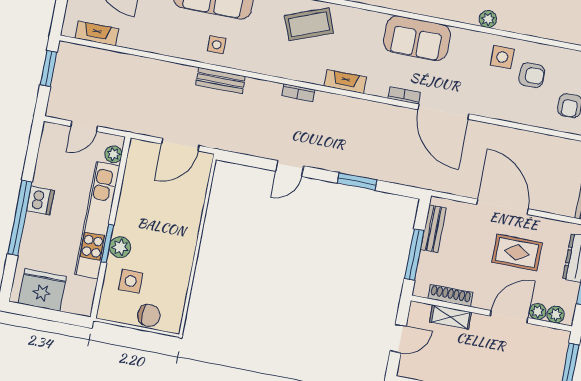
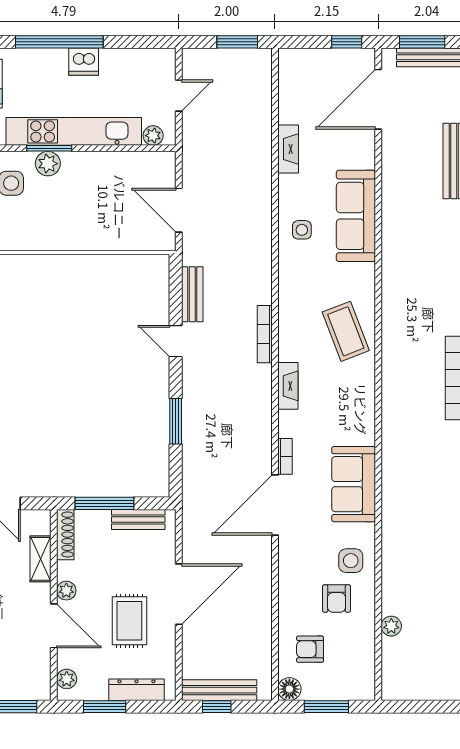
plant: (488, 19) -> (391, 626), moved
fireplace: (97, 34) -> (288, 149), moved
sofa: (417, 38) -> (354, 484), moved
bench: (220, 80) -> (192, 294), moved
bookcase: (298, 93) -> (265, 334), width x1.56
door: (84, 126) -> (179, 96), swing flipped
shoe rack: (450, 296) -> (65, 535), moved
plant: (538, 311) -> (66, 591), moved

